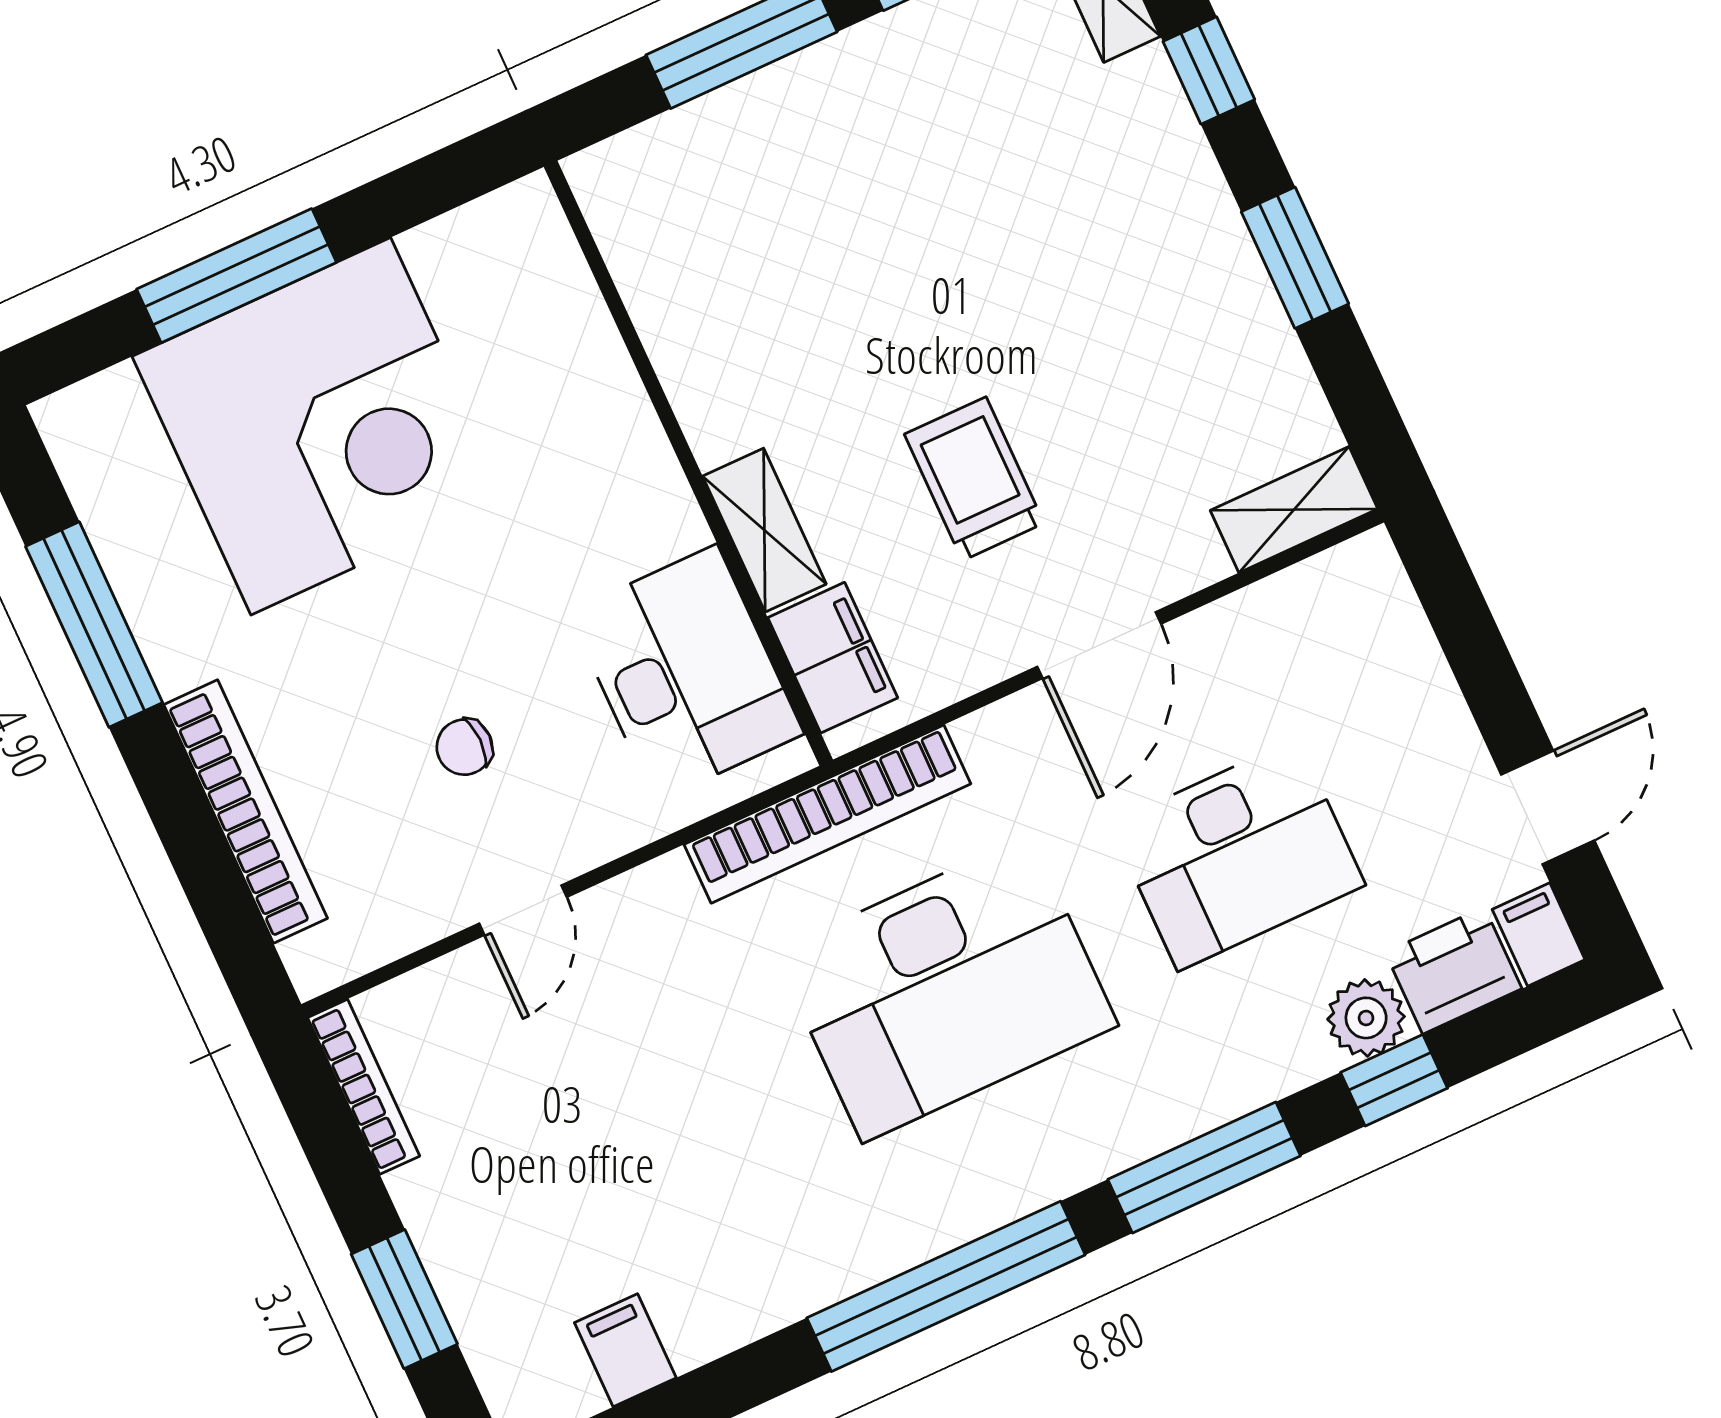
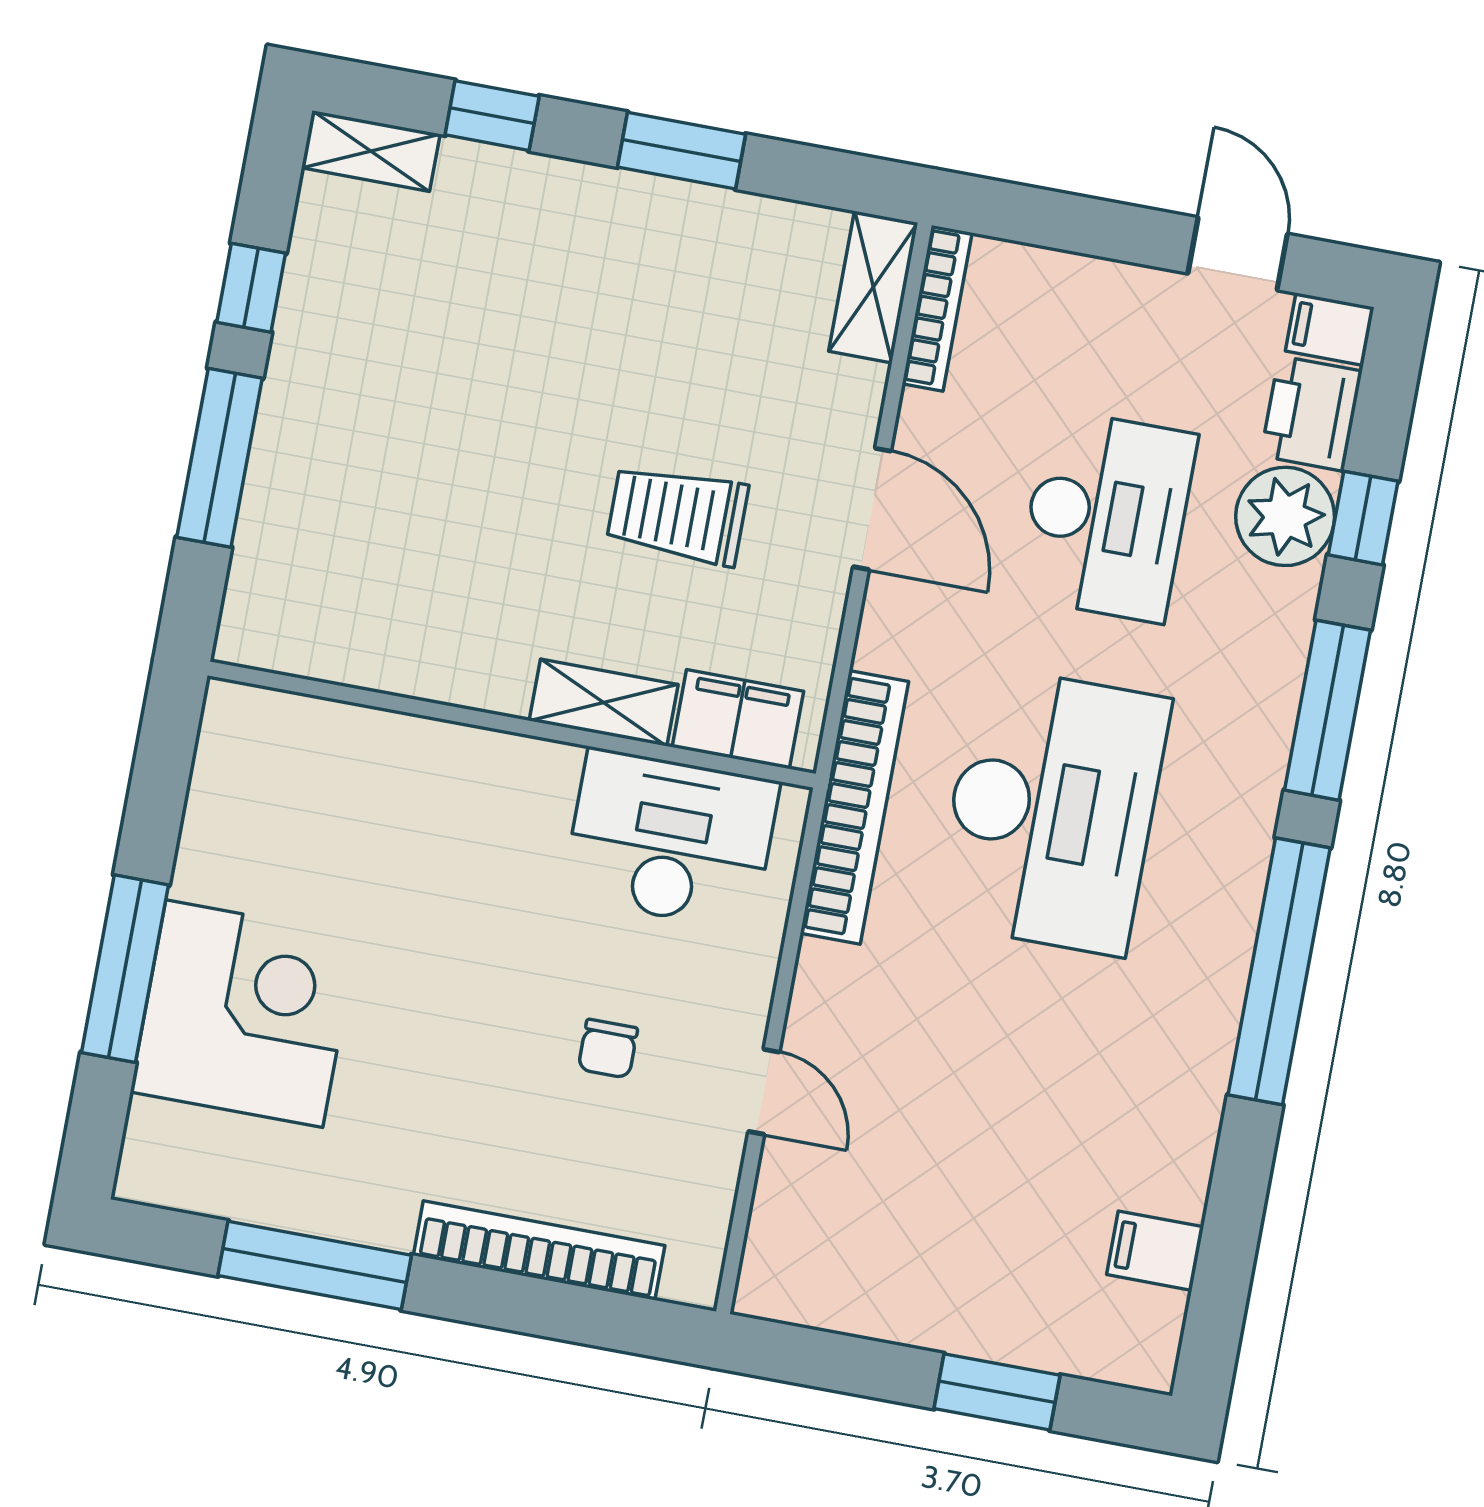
corner desk: (321, 426) -> (244, 1014), width x0.74, depth x0.74
plant: (1366, 1018) -> (1285, 516), width x1.36, depth x1.36
bookcase: (364, 1087) -> (937, 308), moved, turned 90

